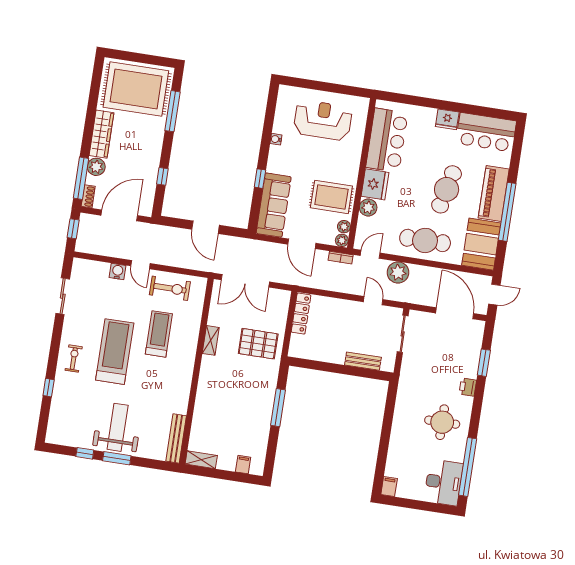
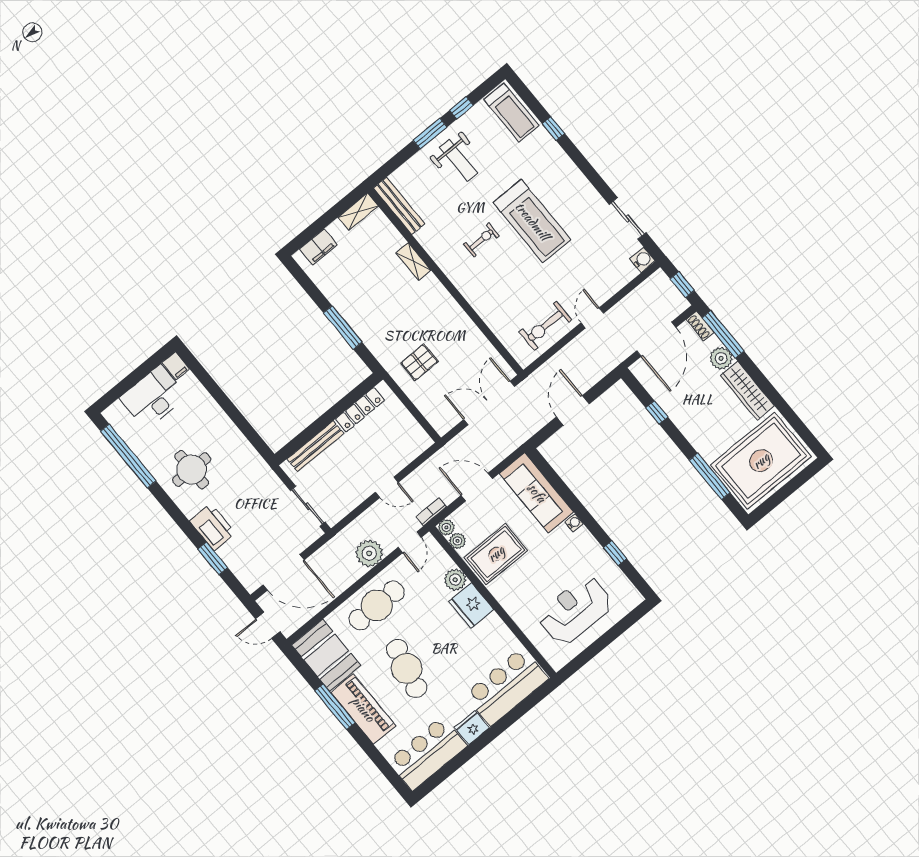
reception desk: (323, 120) -> (575, 610), turned 180
water cooler: (276, 139) -> (574, 523), moved
bar counter: (387, 140) -> (506, 687), moved, turned 90
window: (260, 179) -> (615, 553), moved
window: (507, 212) -> (335, 707), width x0.68
door: (206, 227) -> (573, 410), hinge flipped
door: (140, 265) -> (592, 318), hinge flipped
water cooler: (118, 271) -> (642, 260), moved, turned -90
door: (494, 295) -> (268, 625), hinge flipped
door: (373, 301) -> (387, 487), moved
locker: (301, 314) -> (360, 410), moved, turned -90
treadmill: (159, 334) -> (511, 112), moved
shelving: (211, 340) -> (413, 261), moved
pallet: (258, 344) -> (419, 362), width x0.67, depth x0.71
exercise bike: (74, 359) -> (481, 240), moved, turned -90
bench: (363, 361) -> (315, 446), width x1.36
printer: (468, 387) -> (213, 527), width x1.87, depth x1.48
weight bench: (118, 427) -> (458, 160), width x0.73, depth x0.75
filing cabinet: (243, 465) -> (318, 247), width x2.00
desk: (443, 482) -> (153, 397), moved, turned 90

